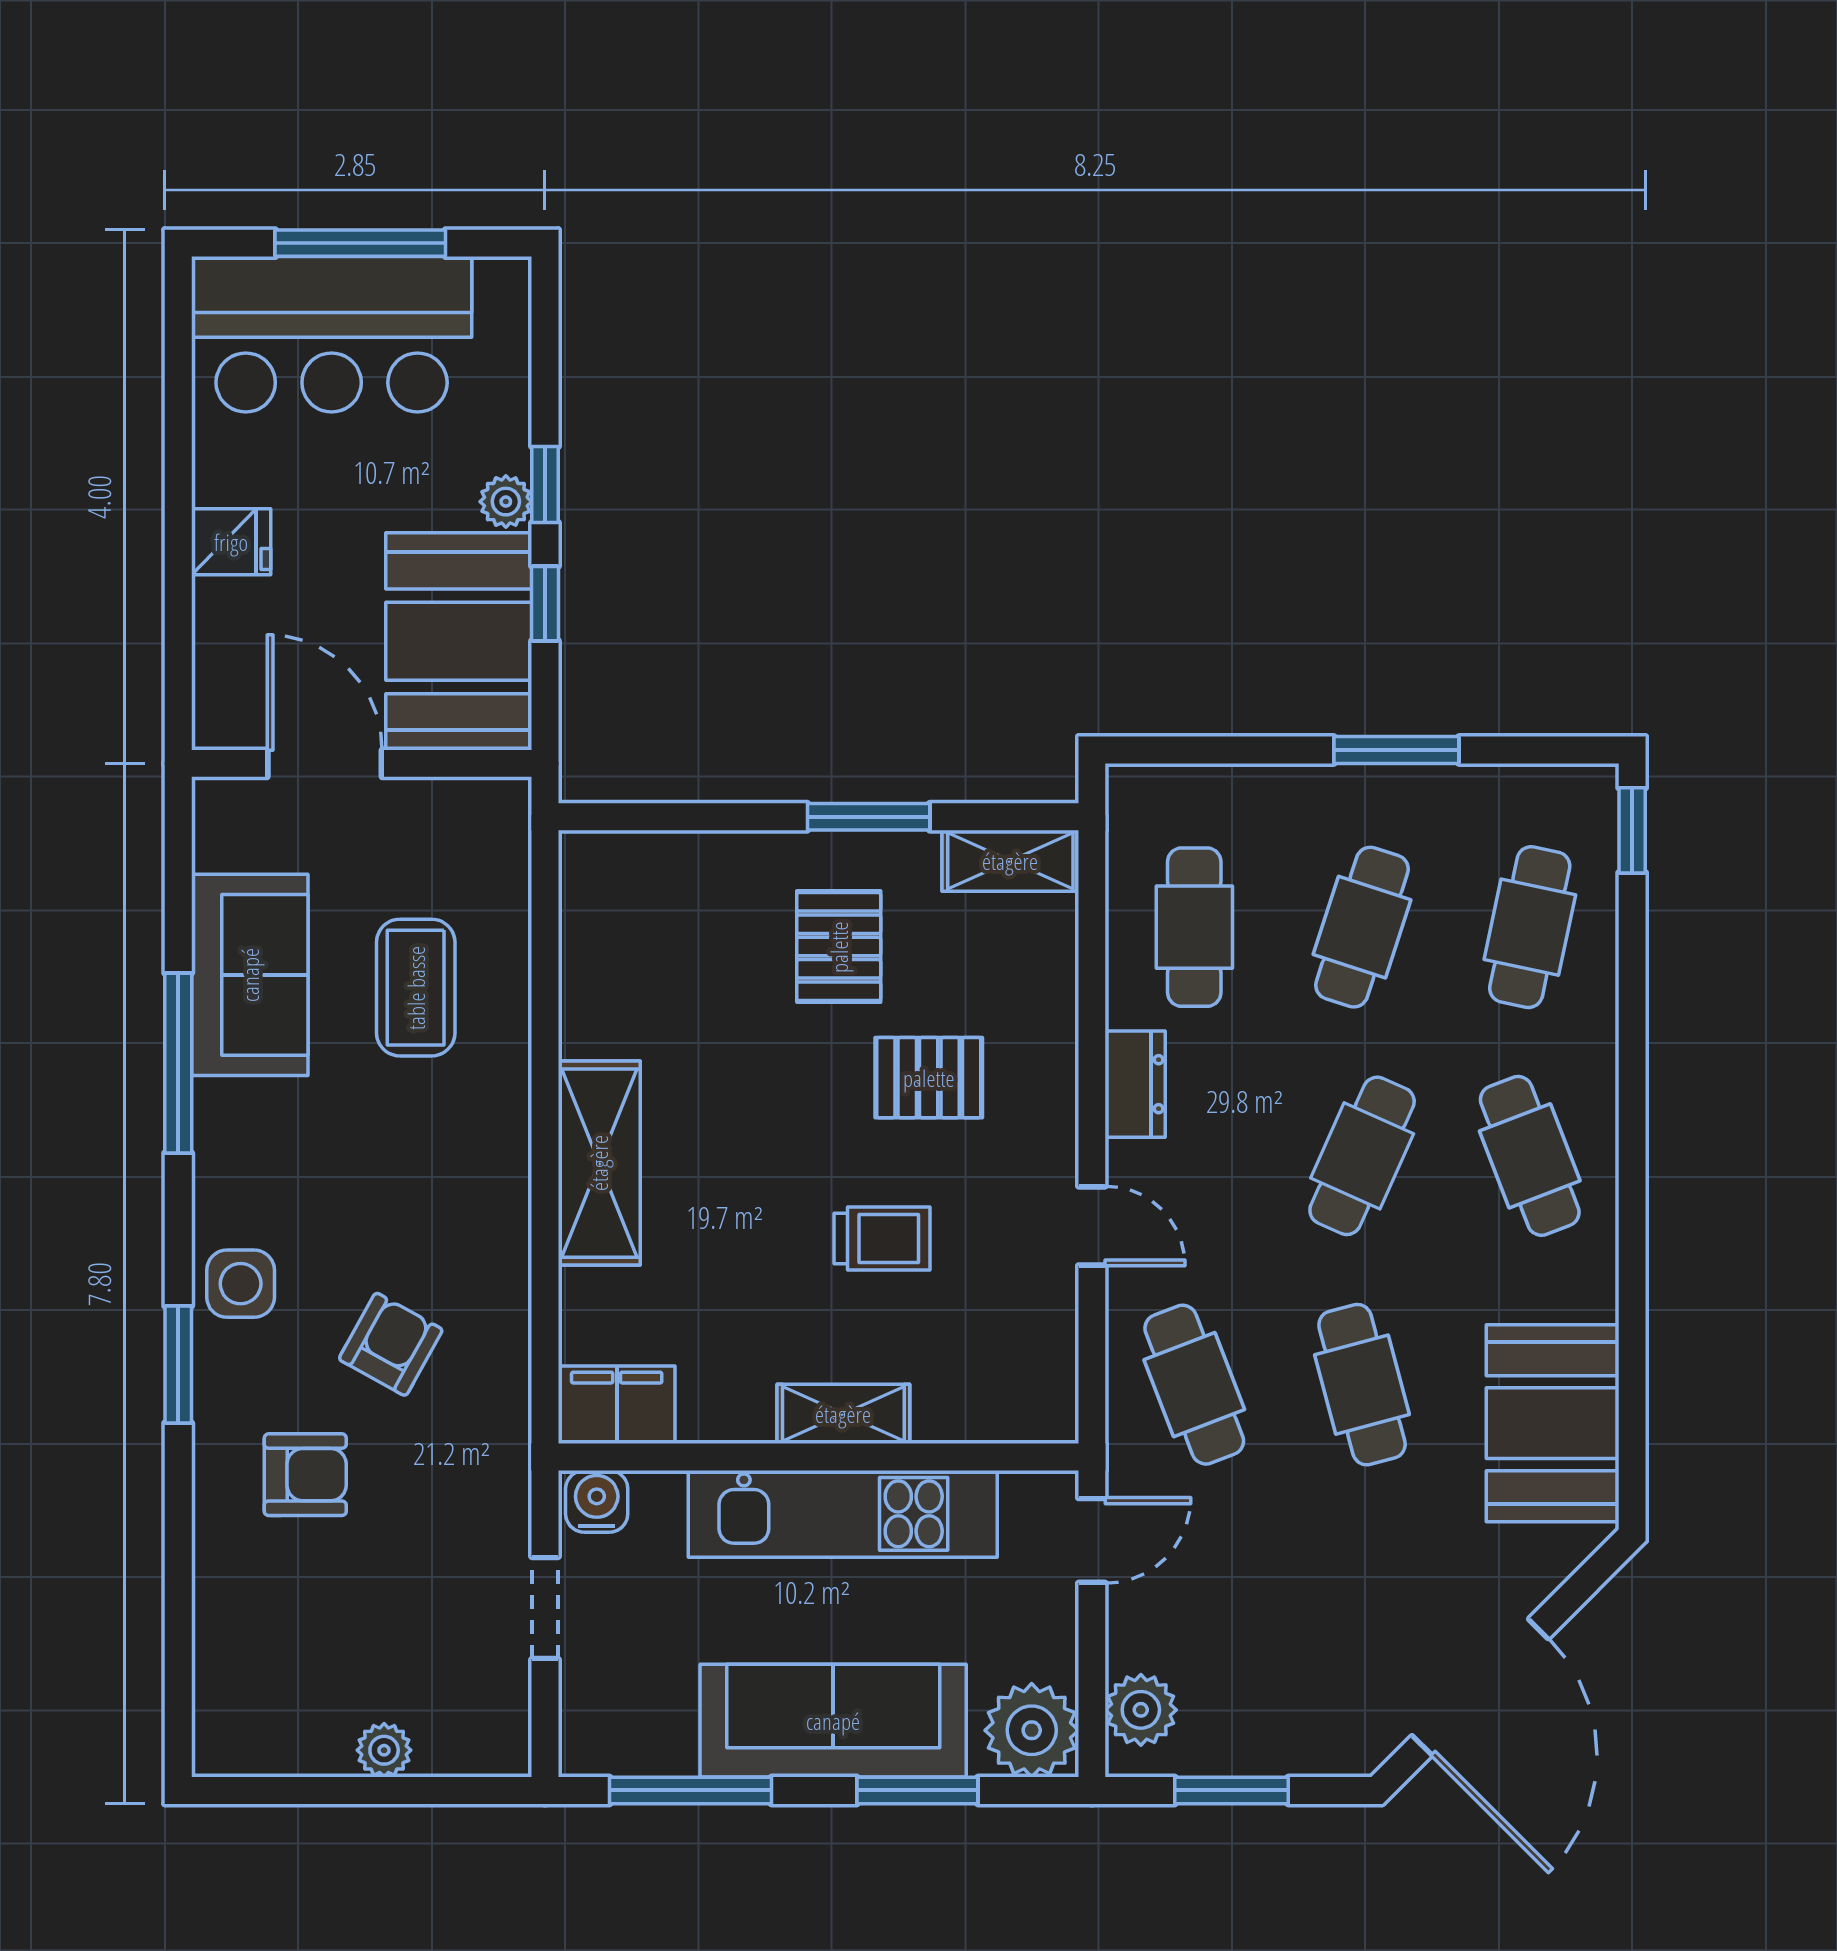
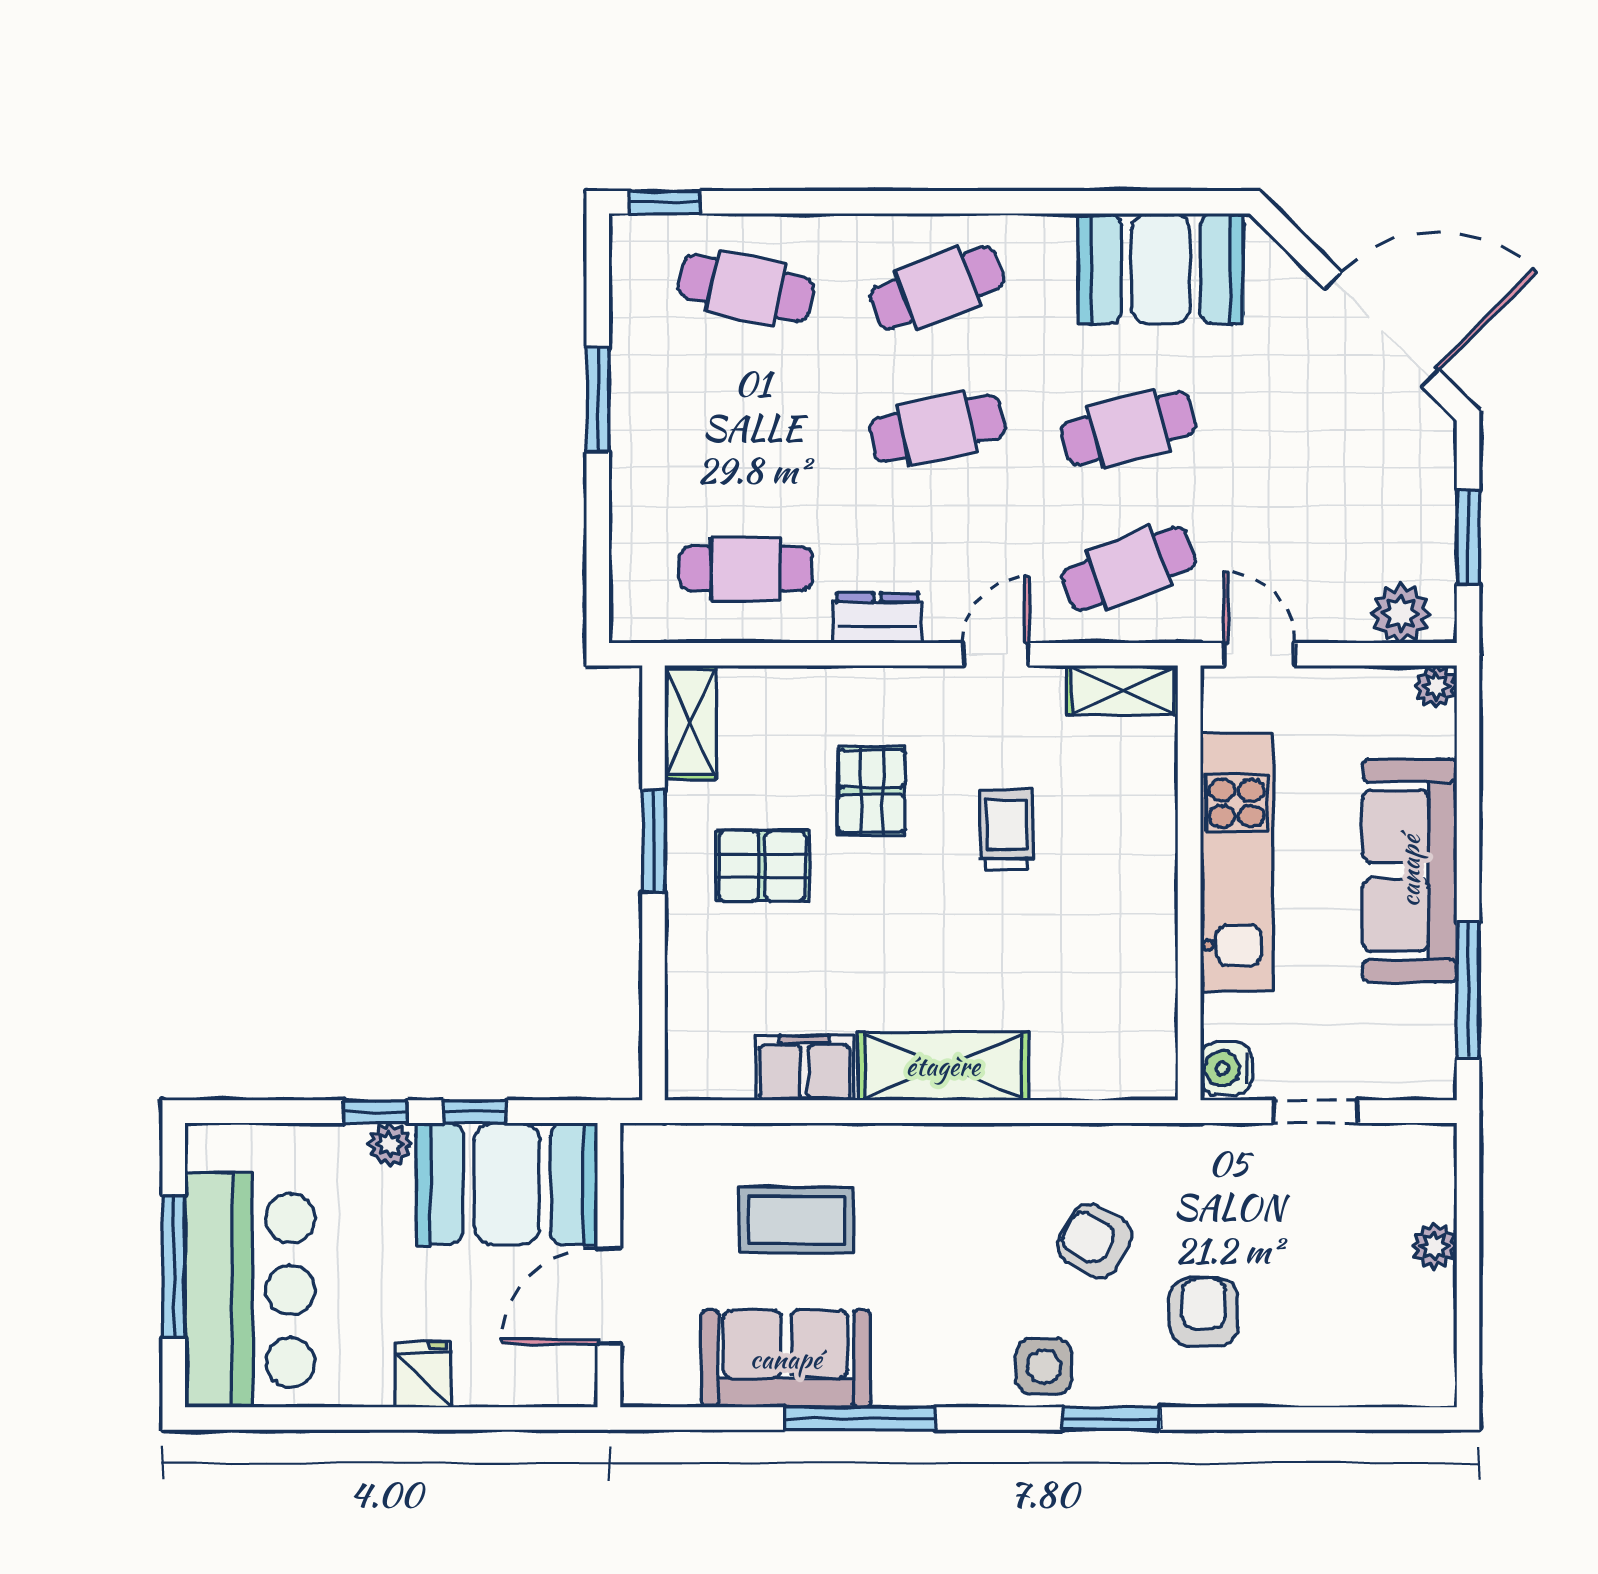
cafe table: (1362, 927) -> (746, 428), removed
cafe table: (1362, 1156) -> (937, 428), turned -36
filing cabinet: (617, 1405) -> (805, 1068), moved, turned 90
shelving: (843, 1414) -> (1123, 690), moved, turned 90
plant: (1032, 1730) -> (1436, 686), width x0.53, depth x0.53
window: (917, 1790) -> (1468, 800), removed

